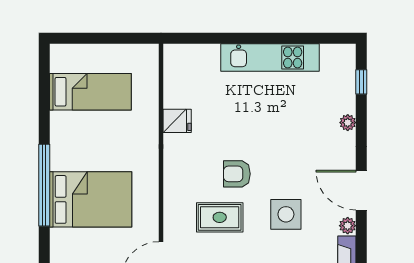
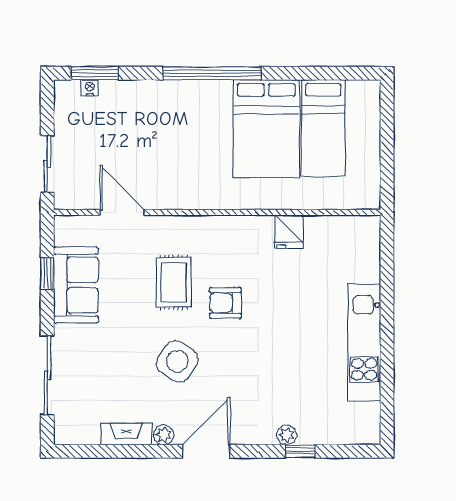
window: (361, 82) -> (300, 451), moved
armchair: (237, 174) -> (225, 303), turned -90
bed: (91, 199) -> (266, 129), moved
side table: (286, 214) -> (177, 361), turned 33

